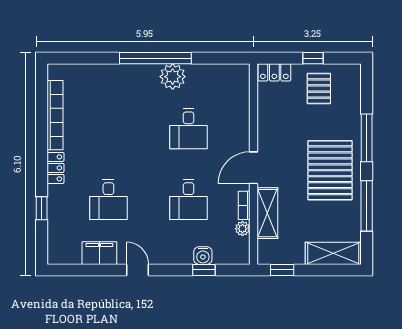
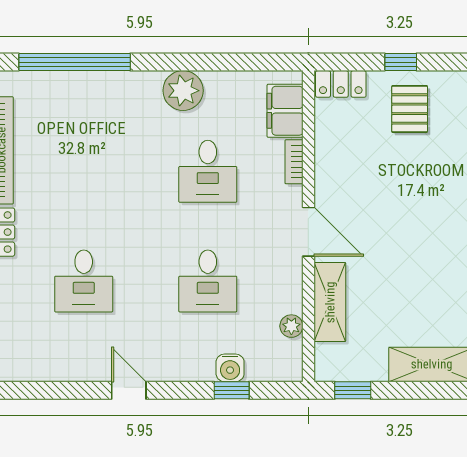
window: (155, 58) -> (75, 62), moved
door: (253, 168) -> (308, 232), swing flipped
pallet: (330, 170) -> (427, 236), removed
bookcase: (244, 205) -> (294, 162), moved
filing cabinet: (99, 253) -> (285, 111), moved, turned -90

